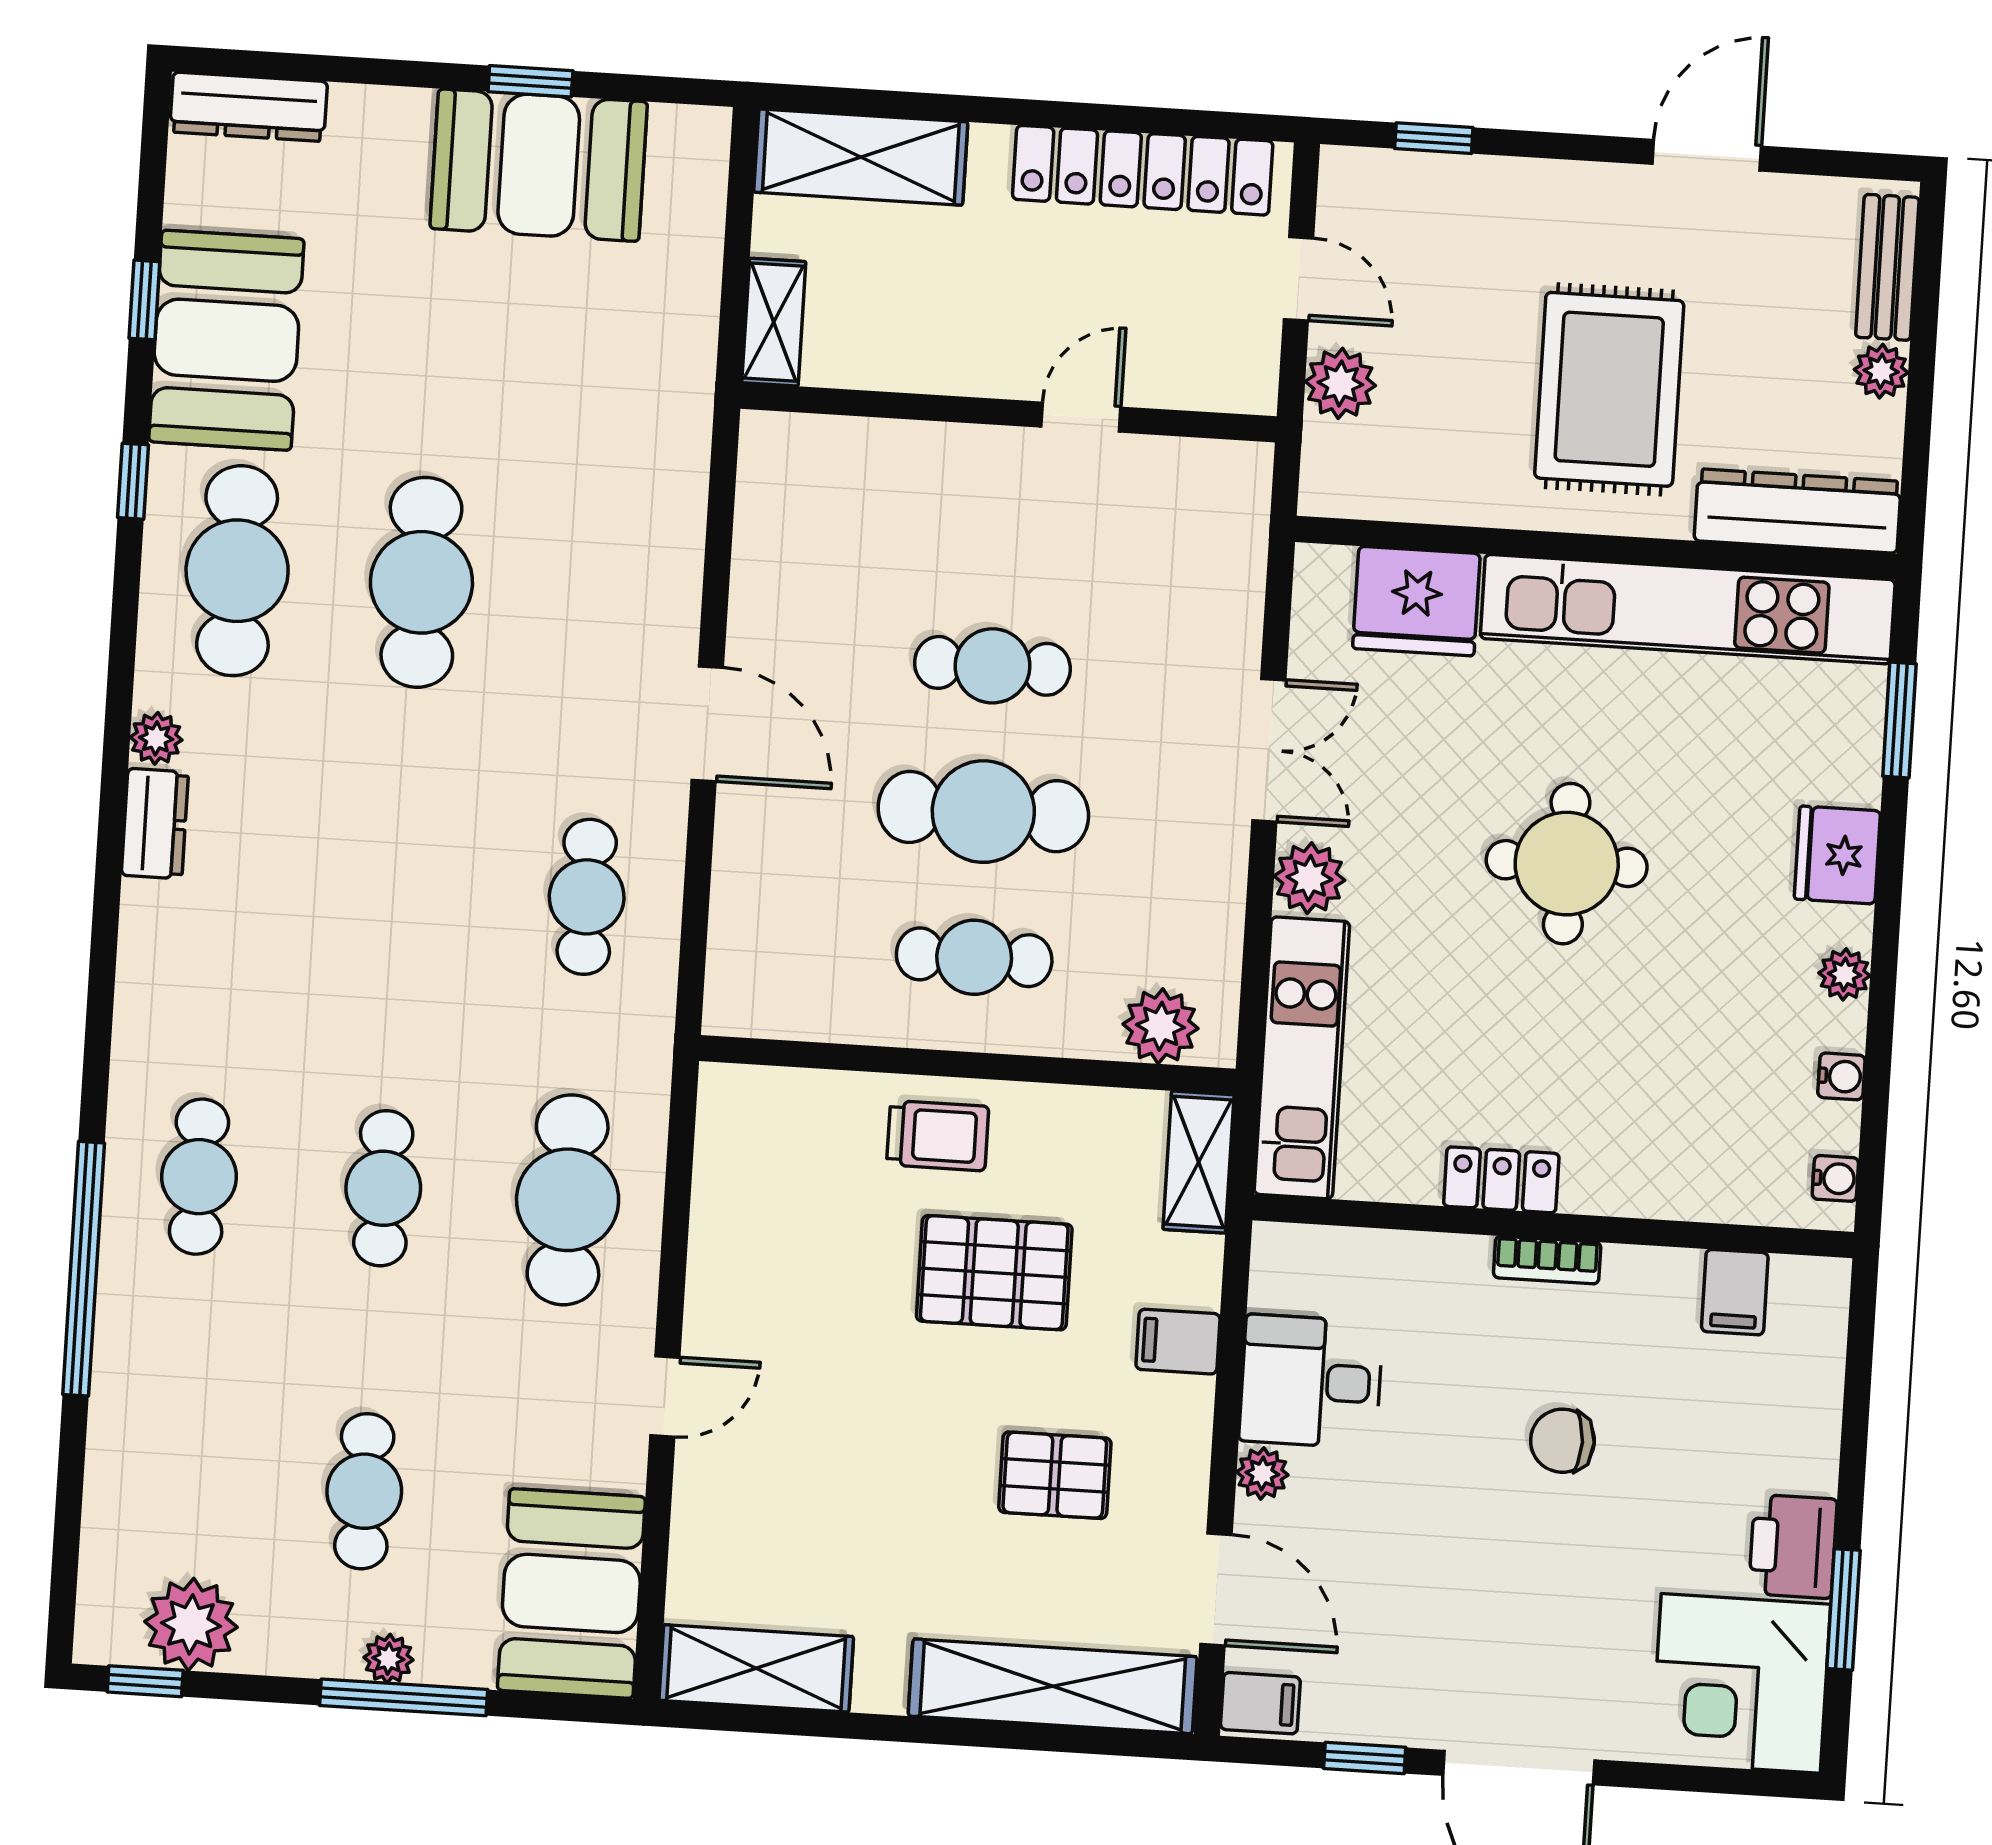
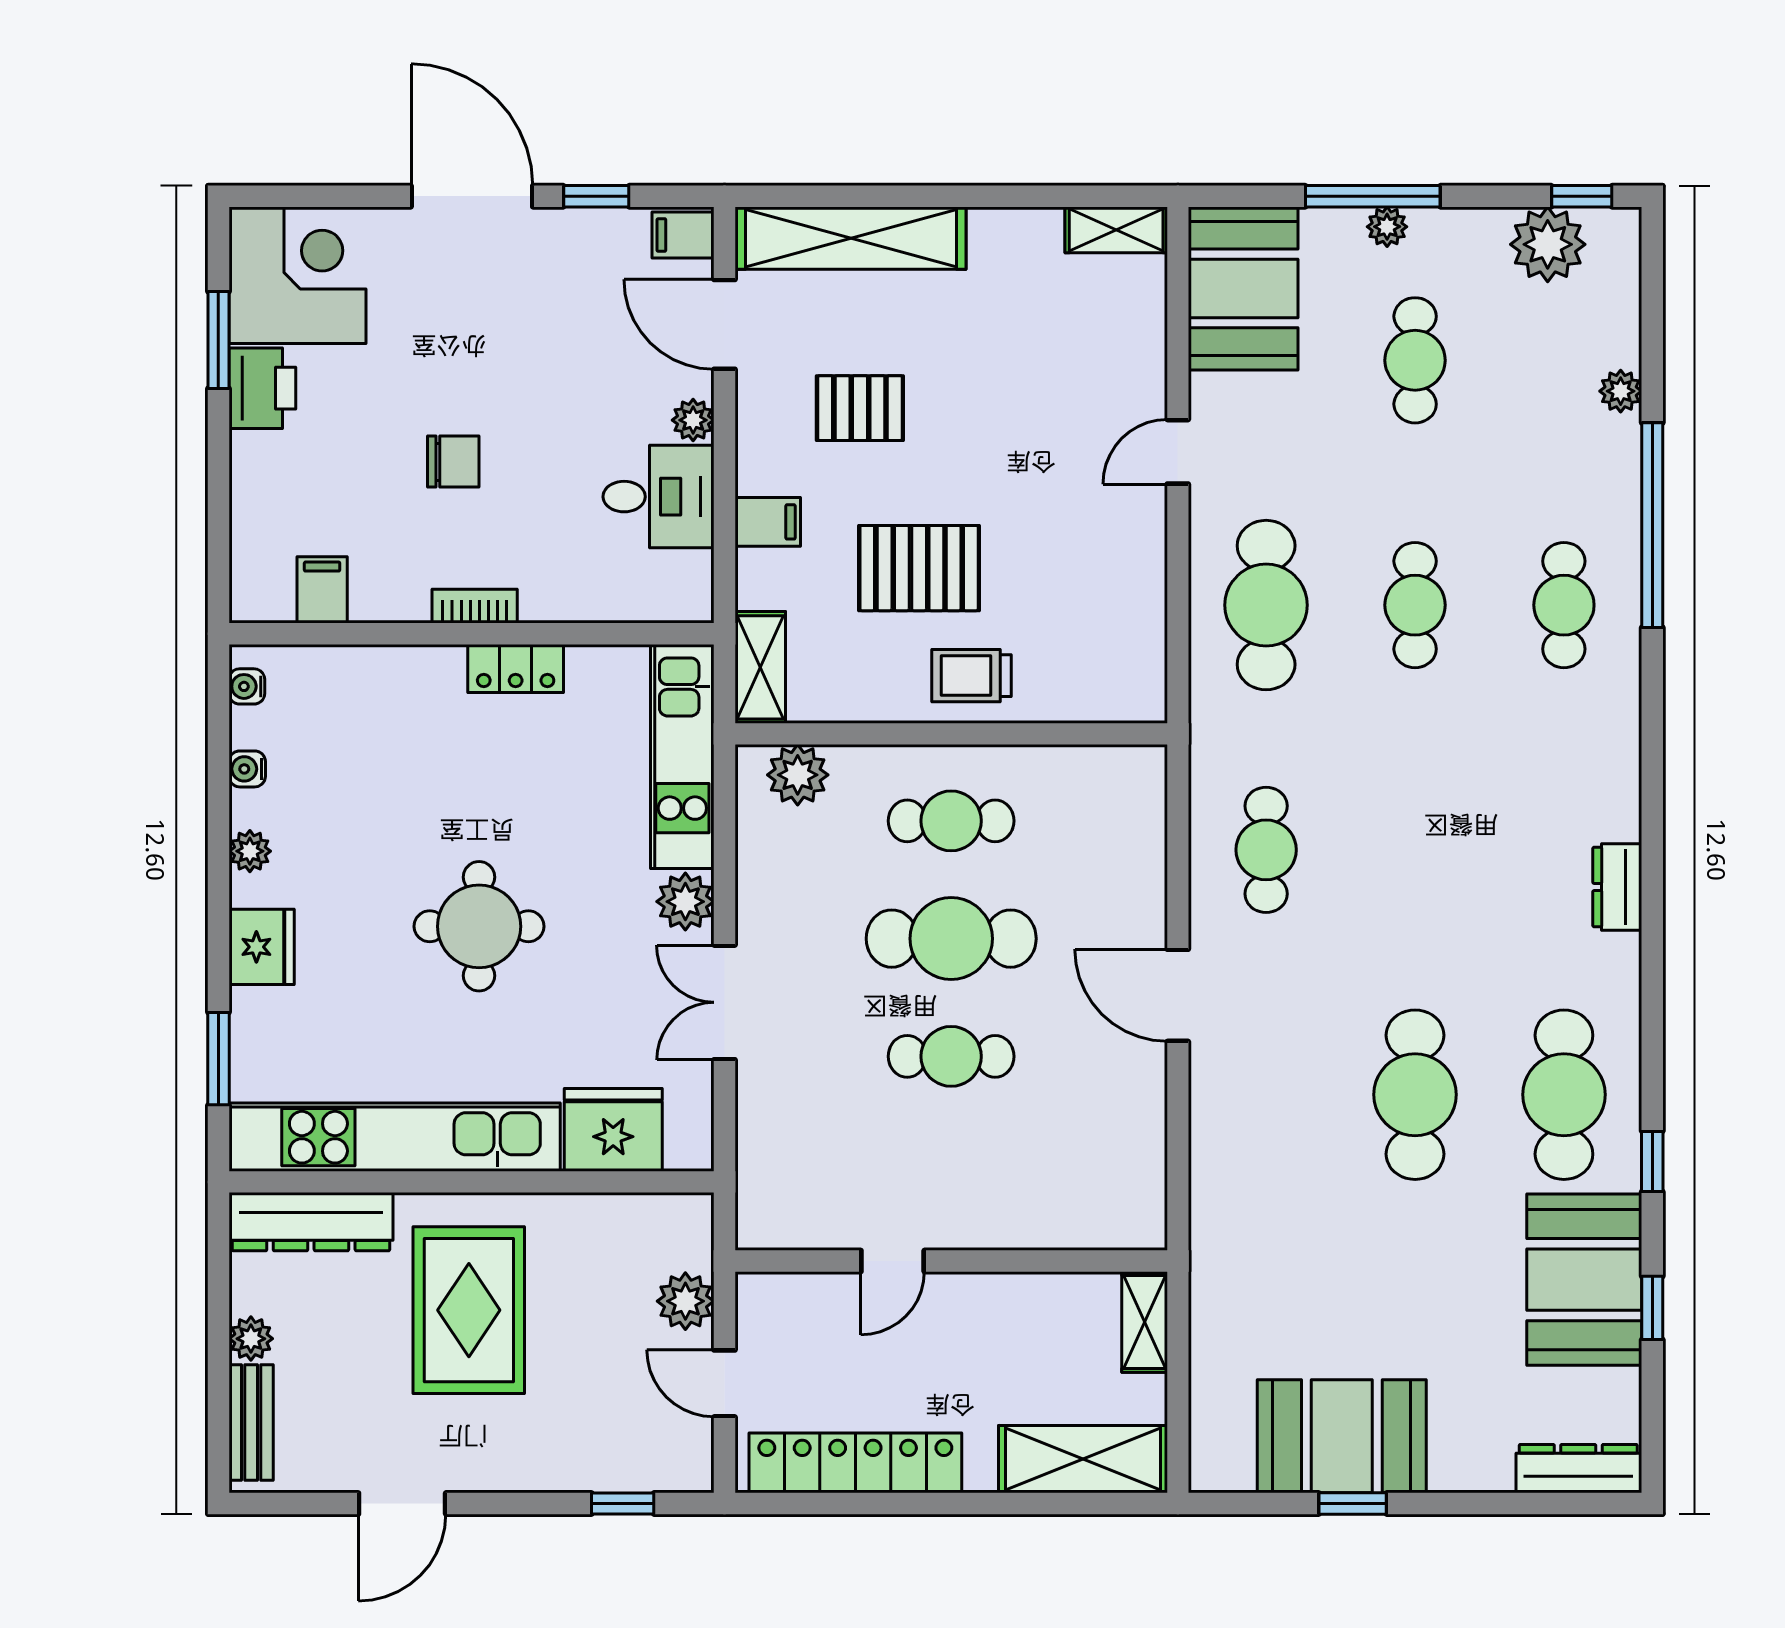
plant: (156, 738) -> (1621, 391), moved
shelving: (756, 1668) -> (1116, 230), width x0.67, depth x0.75

